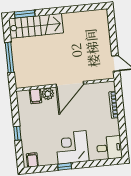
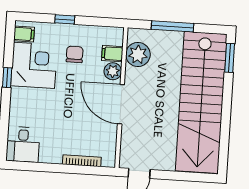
stairs: (36, 26) -> (201, 102), width x1.86, depth x1.51
plant: (33, 78) -> (138, 55), added
chair: (41, 122) -> (75, 54), added
corner desk: (72, 147) -> (34, 65), moved

